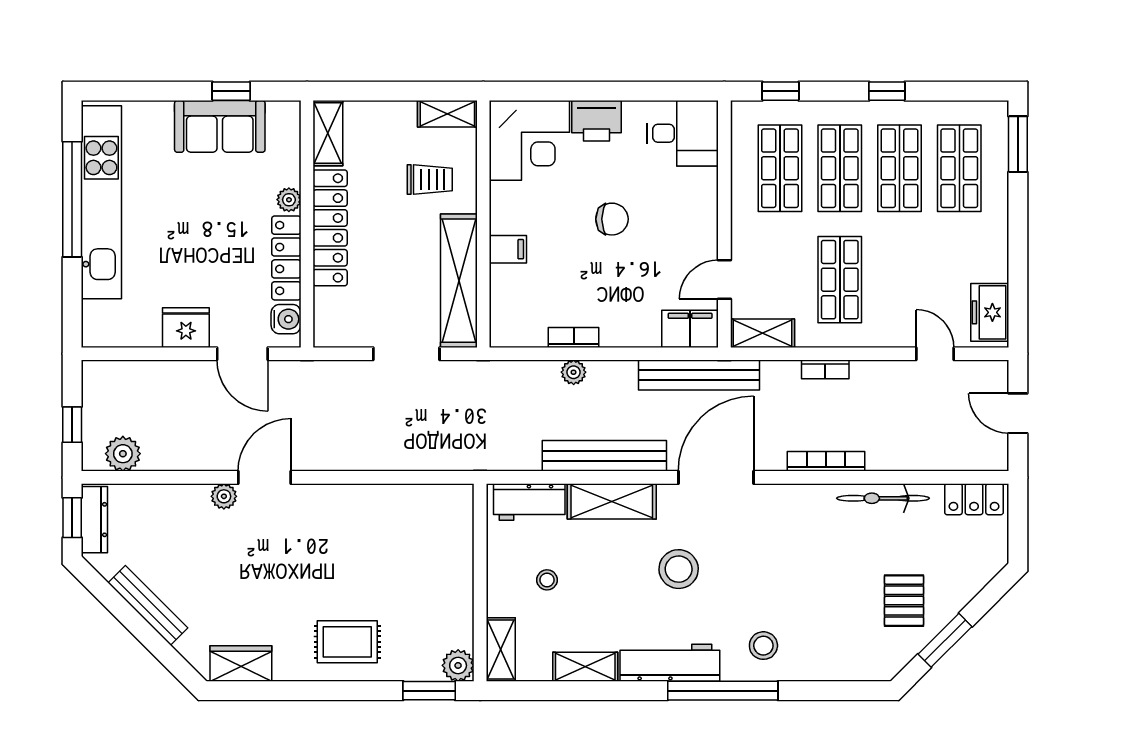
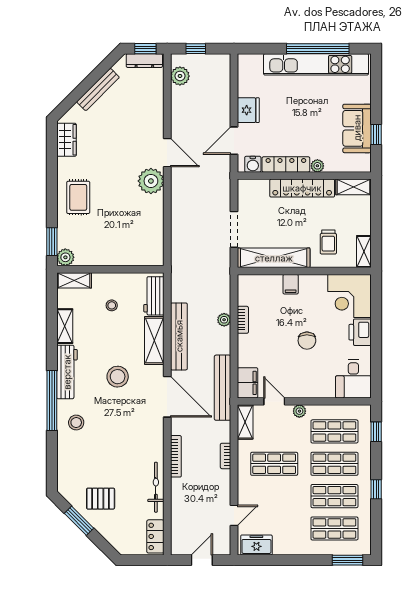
plant: (742, 233) -> (299, 411), added
plant: (224, 496) -> (151, 181), moved, width x1.88, depth x1.88

